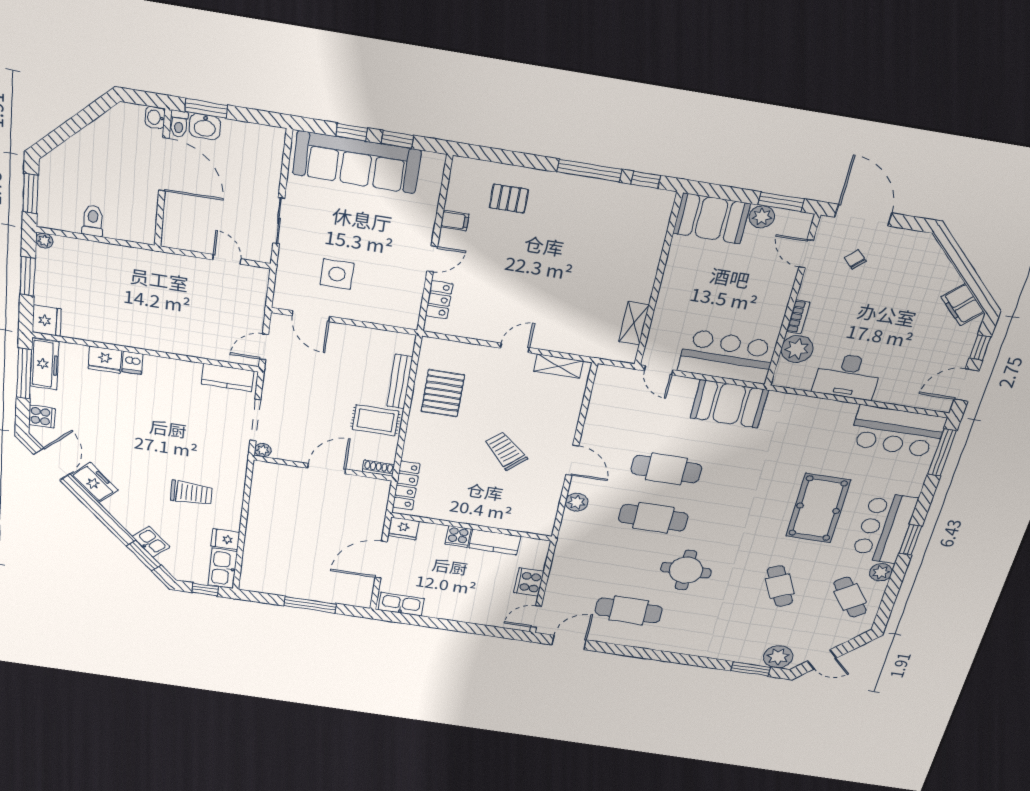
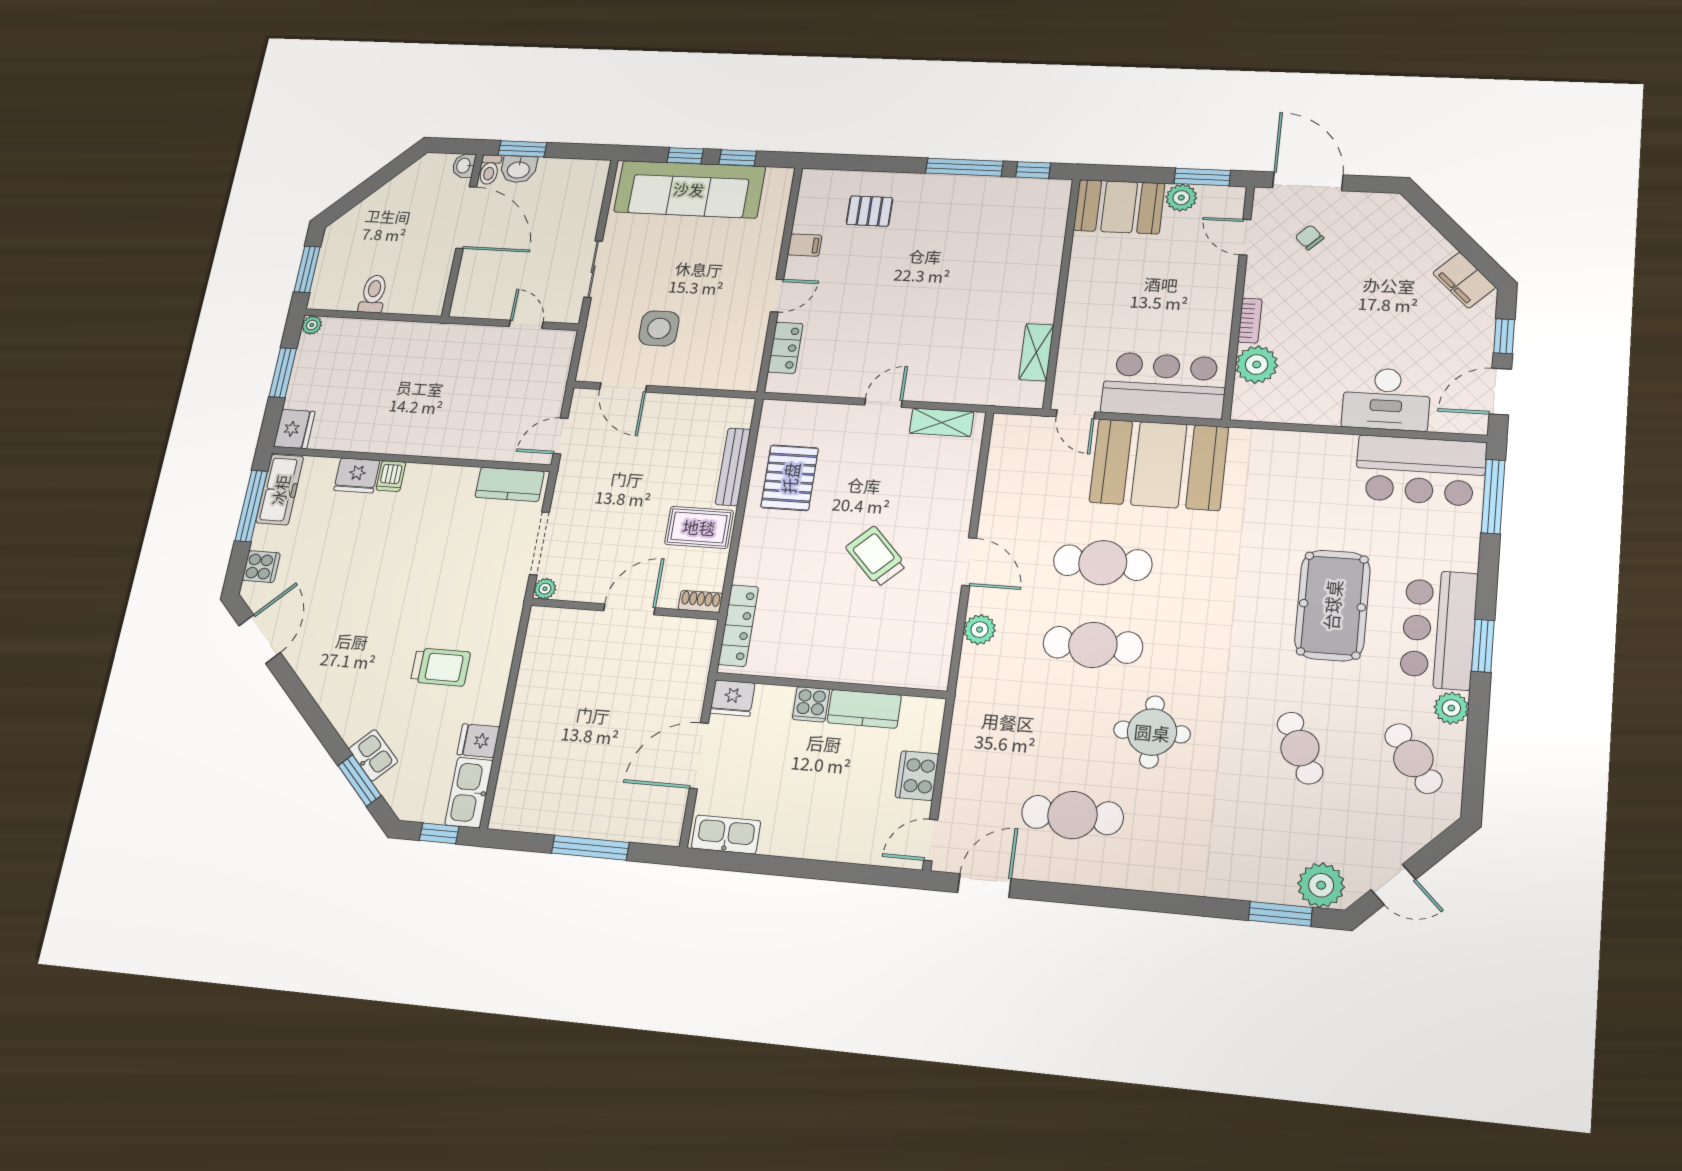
desk: (848, 376) -> (1386, 399), moved
booth: (729, 404) -> (1159, 465), width x1.36, depth x1.42
freezer: (94, 483) -> (311, 663), removed

